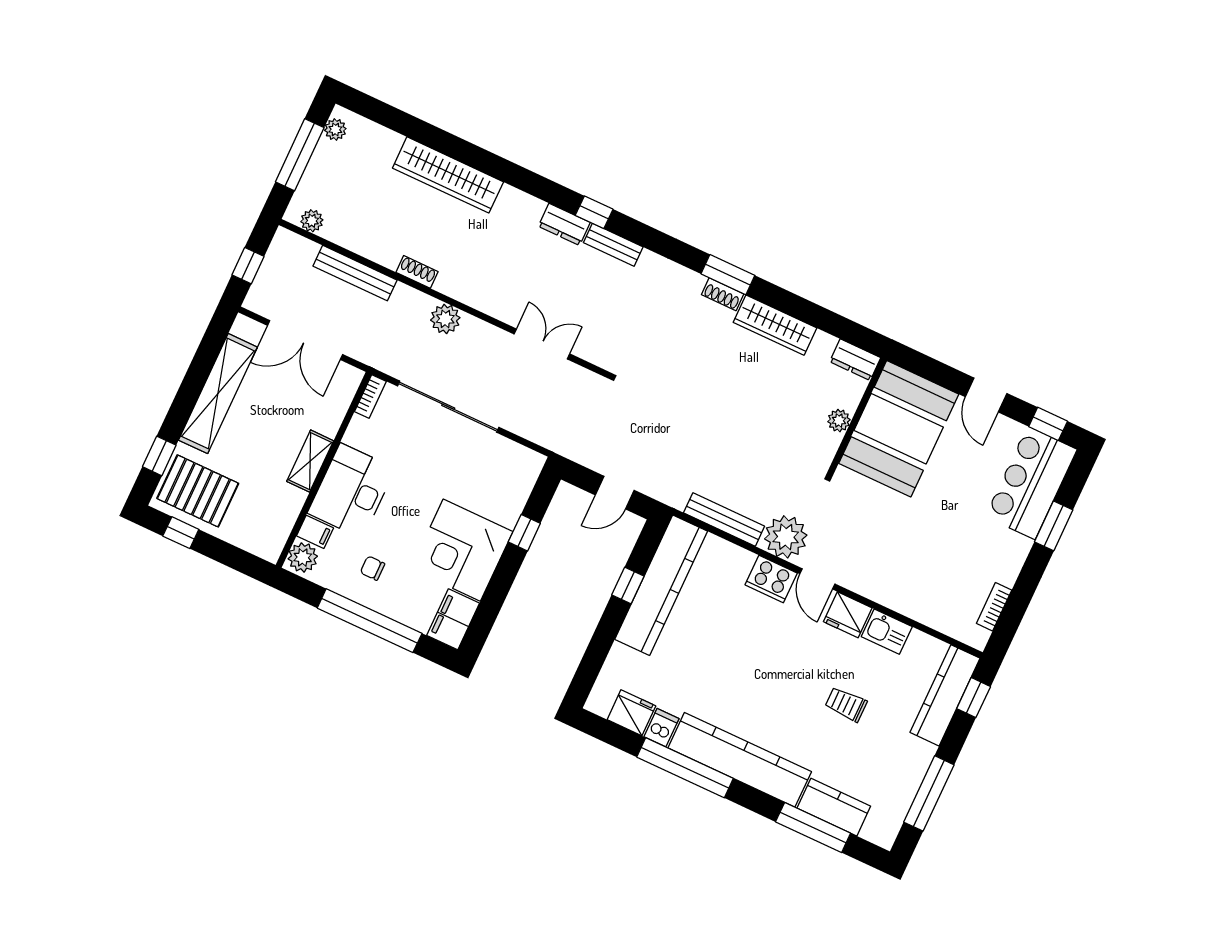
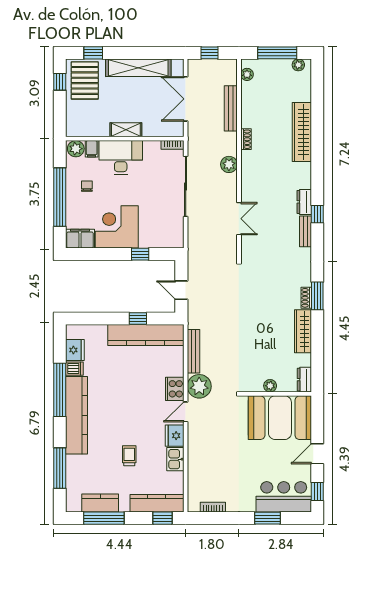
kitchen counter: (834, 807) -> (100, 503), moved, turned -90

